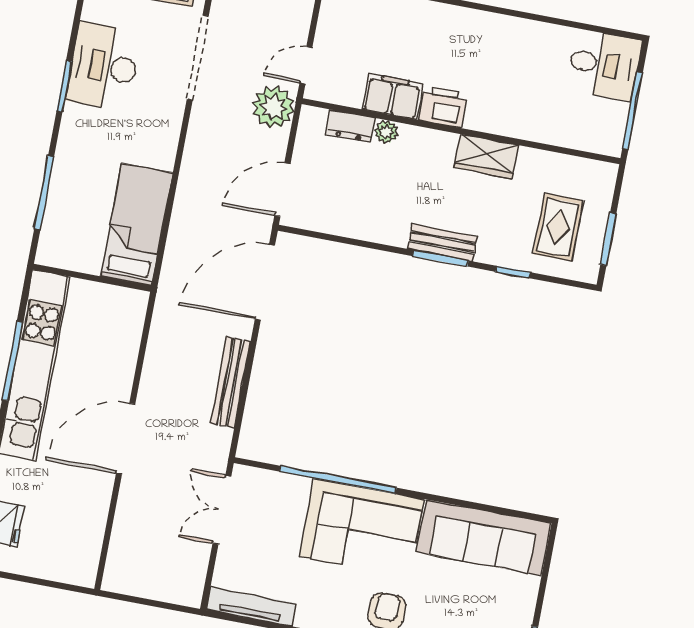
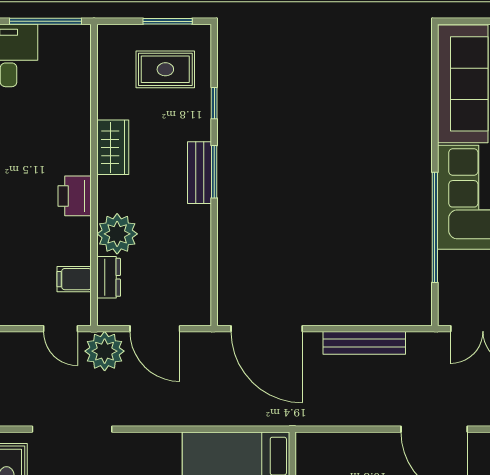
filing cabinet: (392, 96) -> (74, 279), moved, width x0.50
plant: (386, 132) -> (117, 234), width x1.88, depth x1.88
door: (282, 190) -> (155, 329), moved

